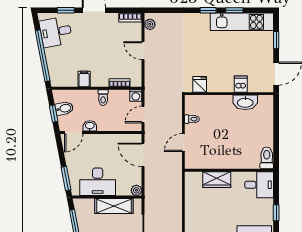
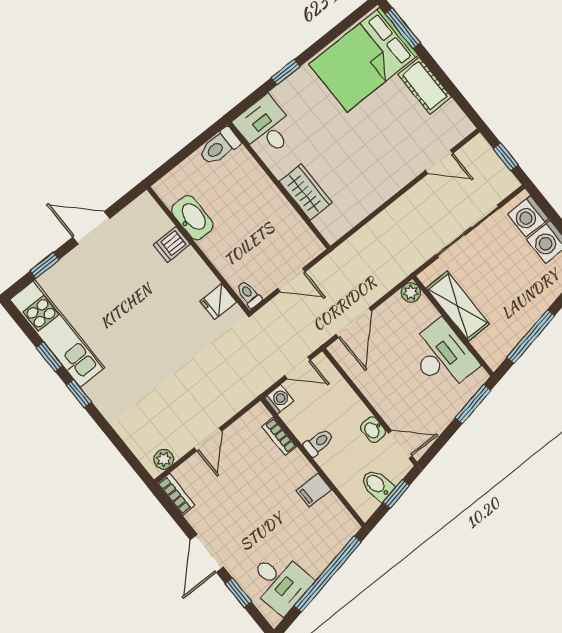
fridge: (200, 84) -> (218, 302), moved
dishwasher: (241, 84) -> (172, 244), moved
wall: (229, 94) -> (198, 250), moved
washbasin: (245, 102) -> (192, 218), moved

